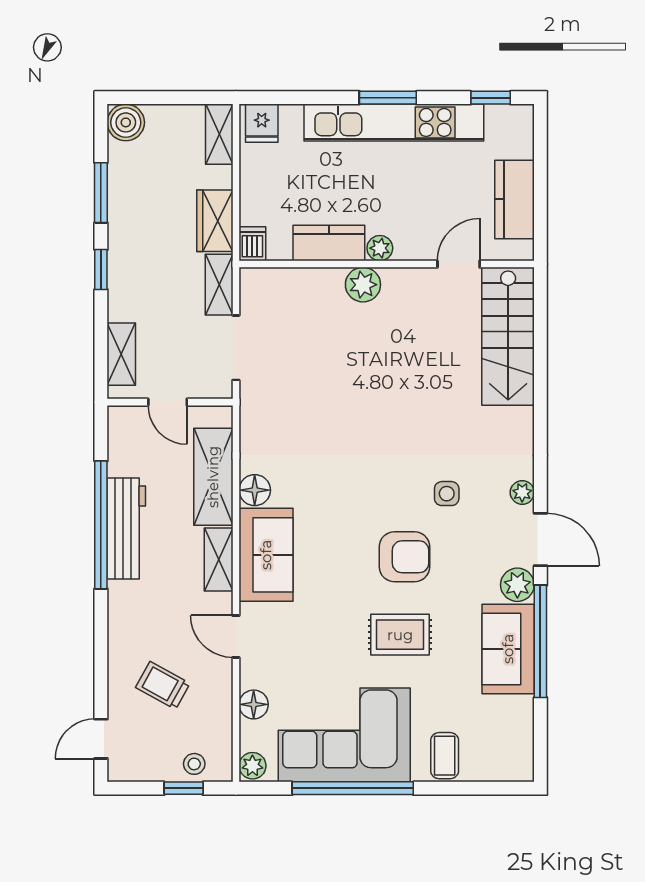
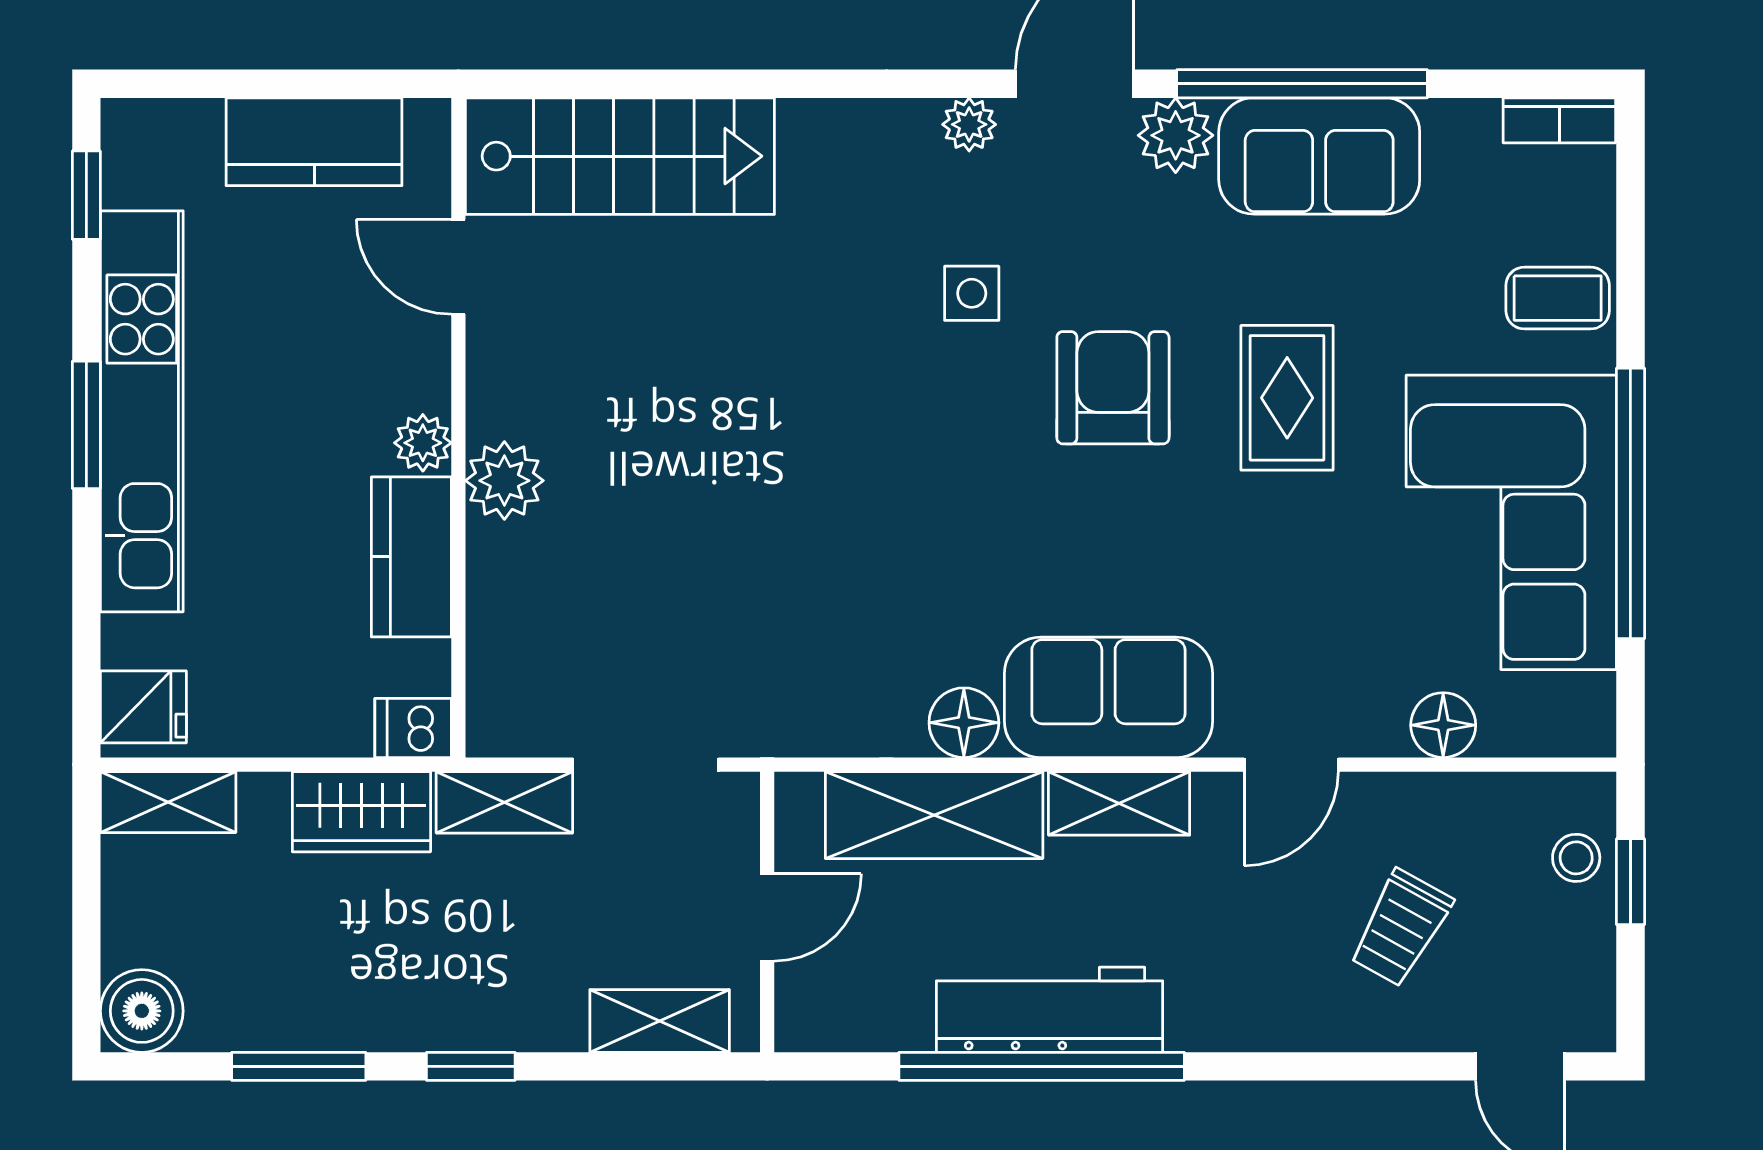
bookcase: (524, 756) -> (1559, 120), added
plant: (252, 766) -> (1580, 728), removed

